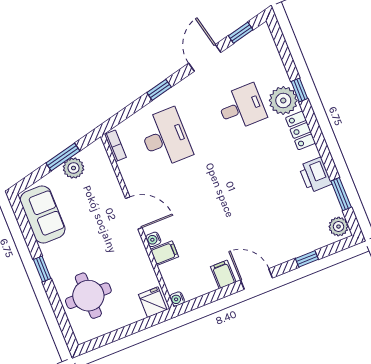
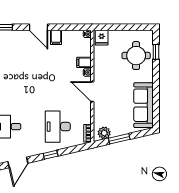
plant: (74, 168) -> (104, 133), moved
sofa: (43, 215) -> (144, 105), width x1.36
window: (42, 269) -> (156, 52), moved

